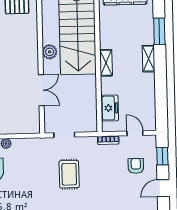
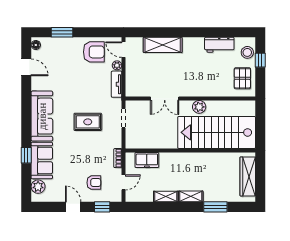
shelving: (106, 63) -> (166, 196), moved
tv unit: (27, 143) -> (117, 84), added

